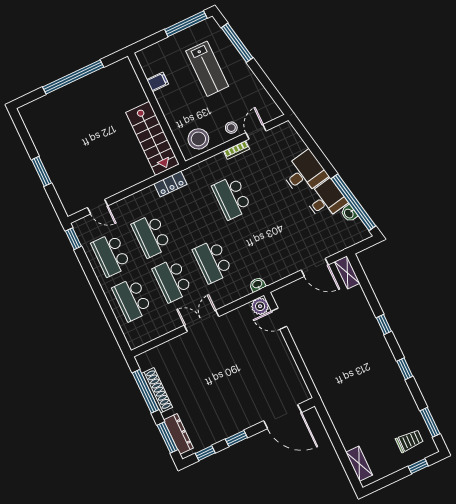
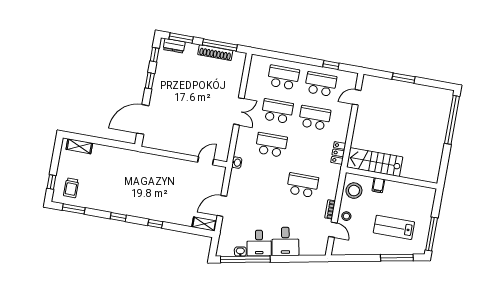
window: (73, 77) -> (452, 120), moved
filing cabinet: (158, 82) -> (378, 185), moved
window: (73, 239) -> (331, 65), moved
plant: (260, 306) -> (222, 154), removed
dresser: (178, 434) -> (174, 46), width x0.70

